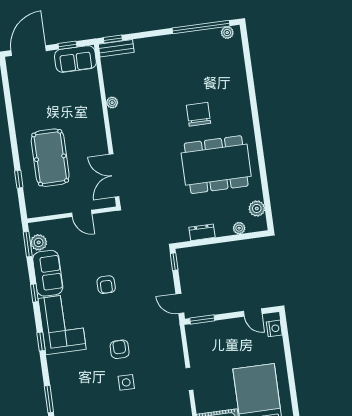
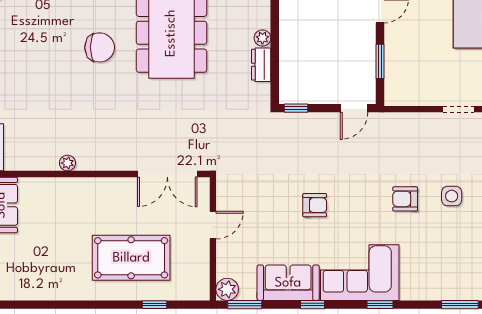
chair: (198, 114) -> (100, 47), turned 180
plant: (239, 228) -> (262, 38), moved
plant: (39, 242) -> (227, 289), moved
window: (202, 319) -> (380, 61), moved

